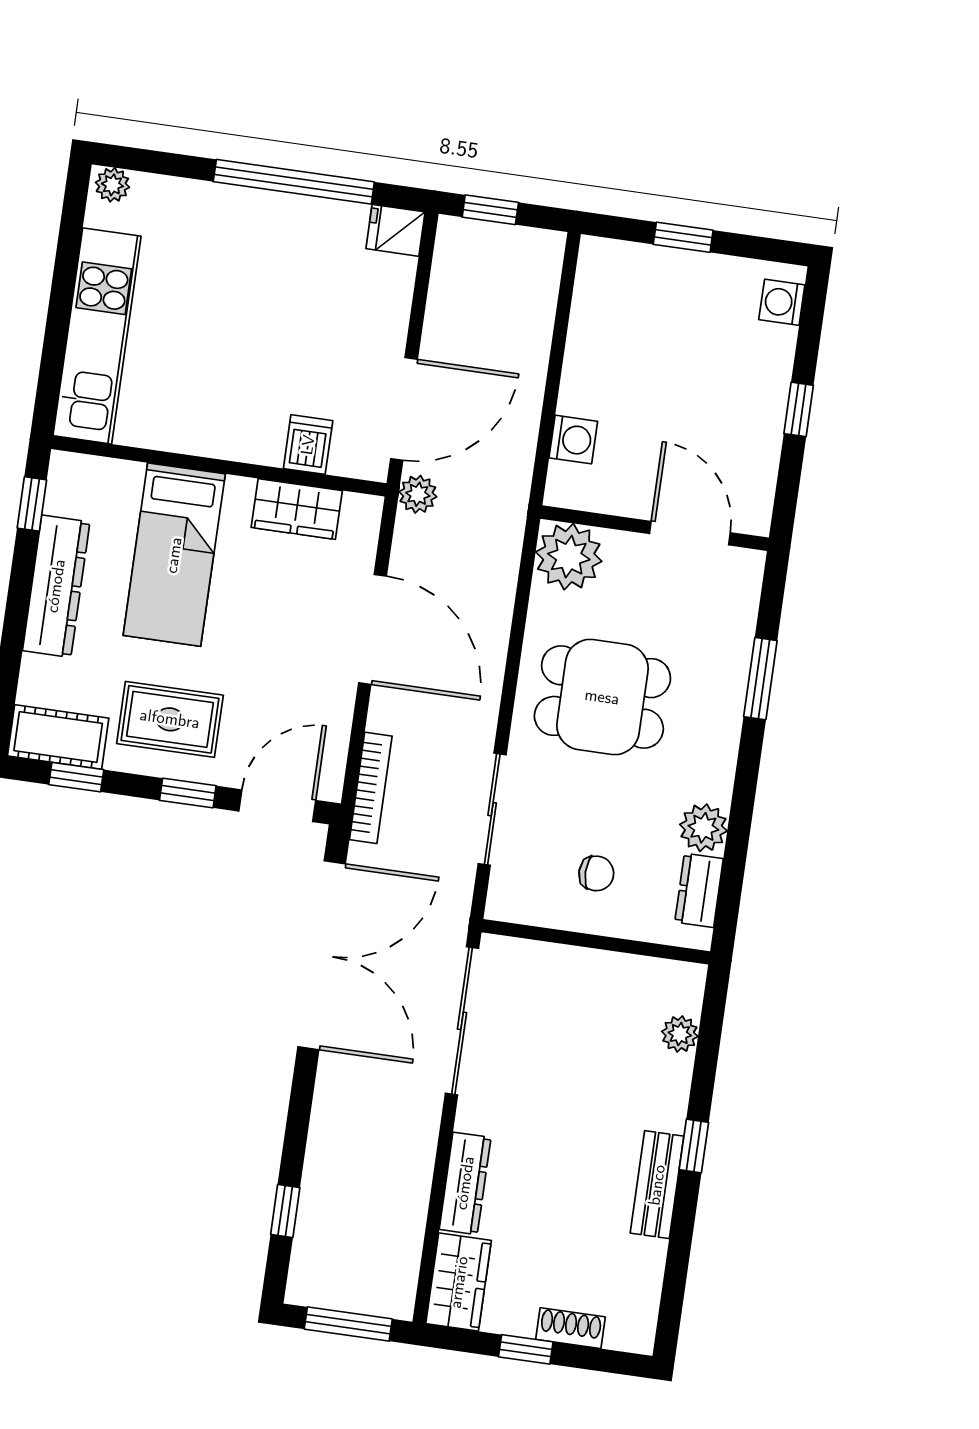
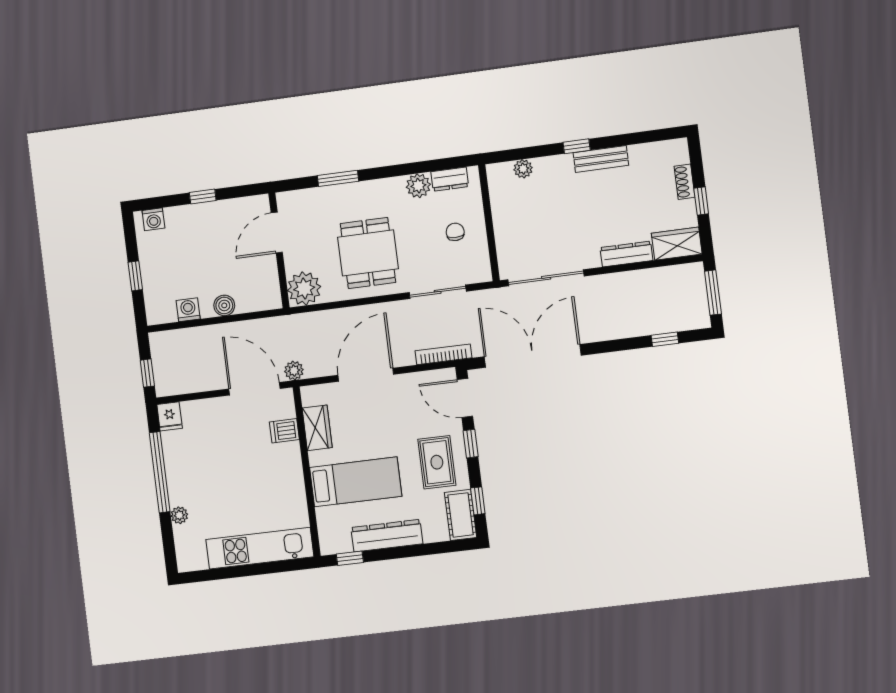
plant: (112, 185) -> (179, 515), moved
boiler: (579, 394) -> (224, 305), added
washing machine: (573, 440) -> (188, 310), moved

